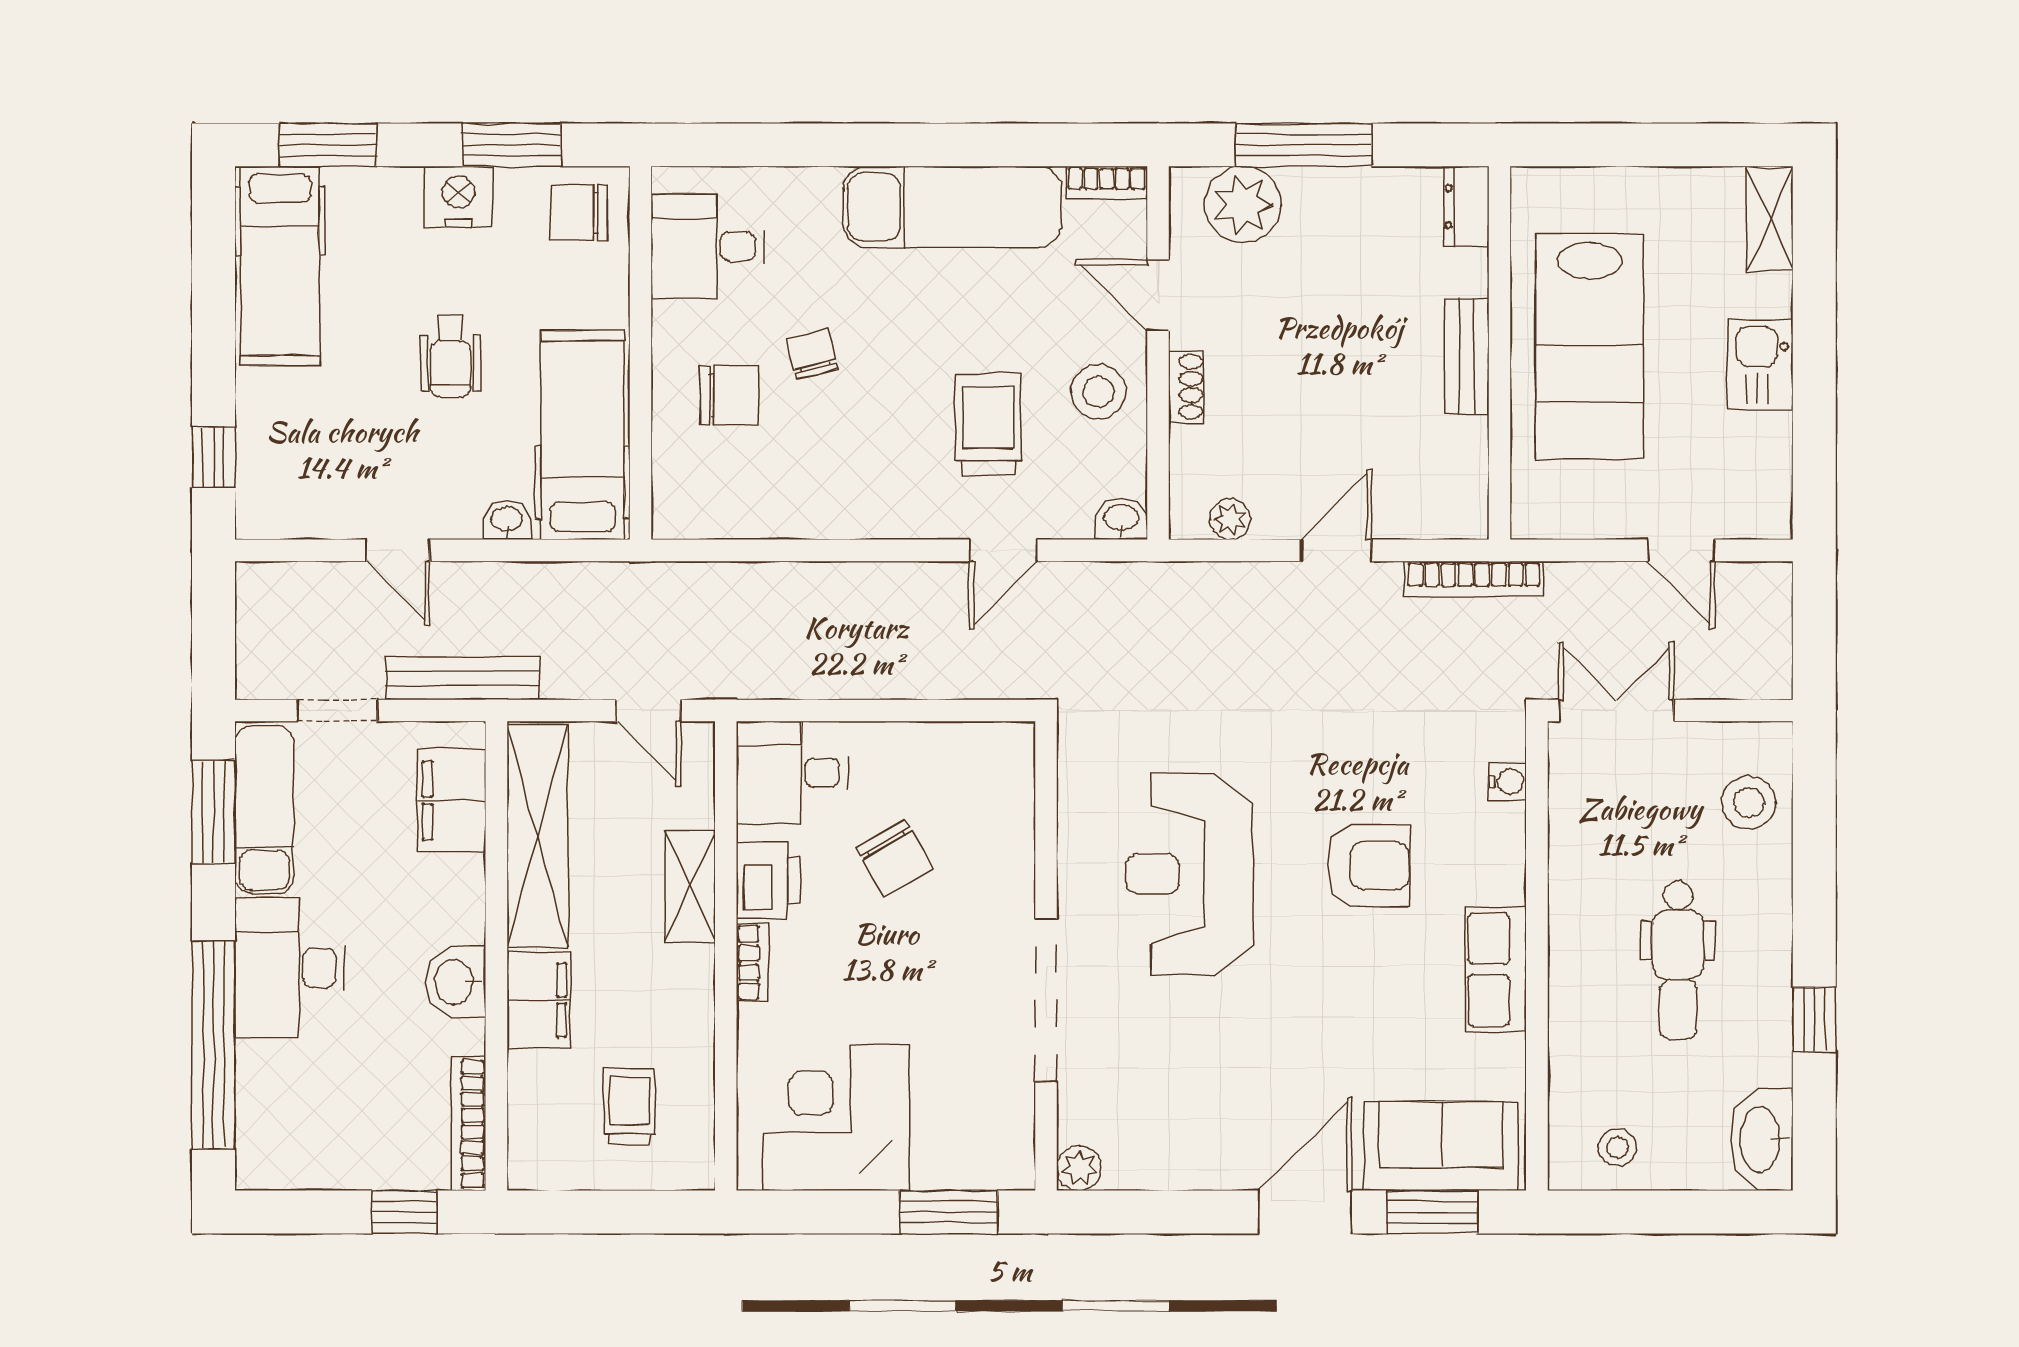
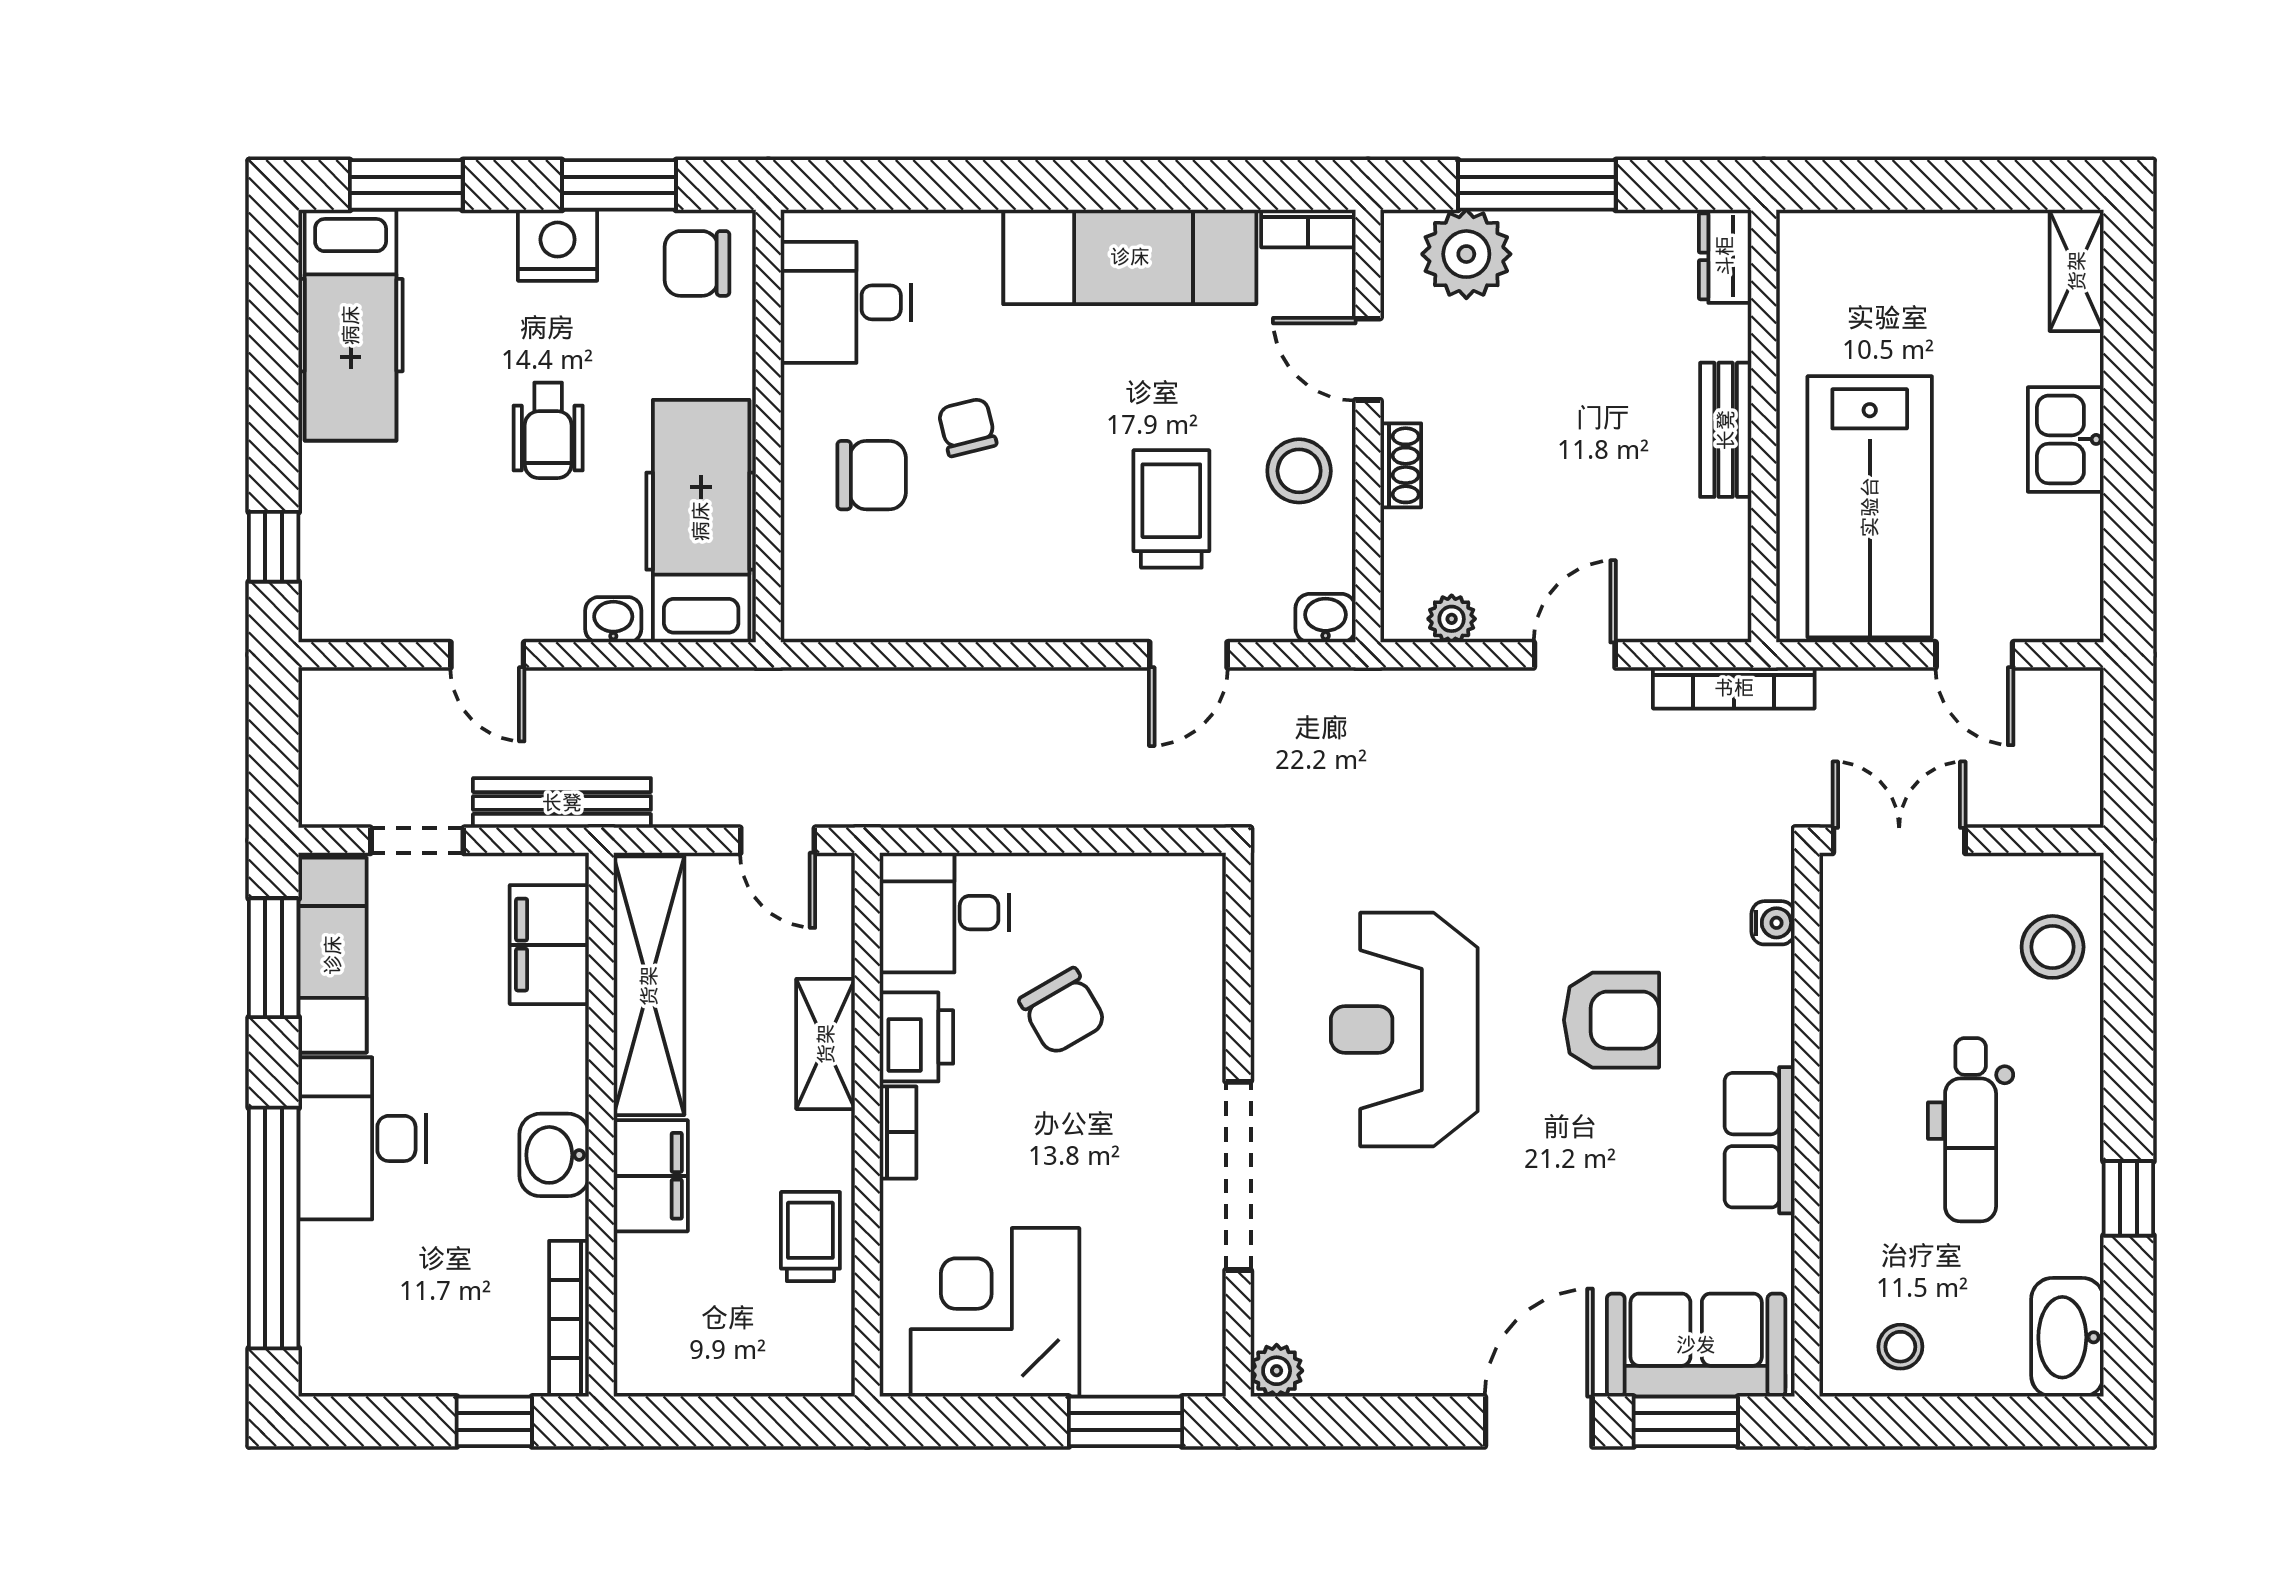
lab bench: (1590, 346) -> (1870, 507), moved
trolley: (629, 1106) -> (810, 1237), moved

